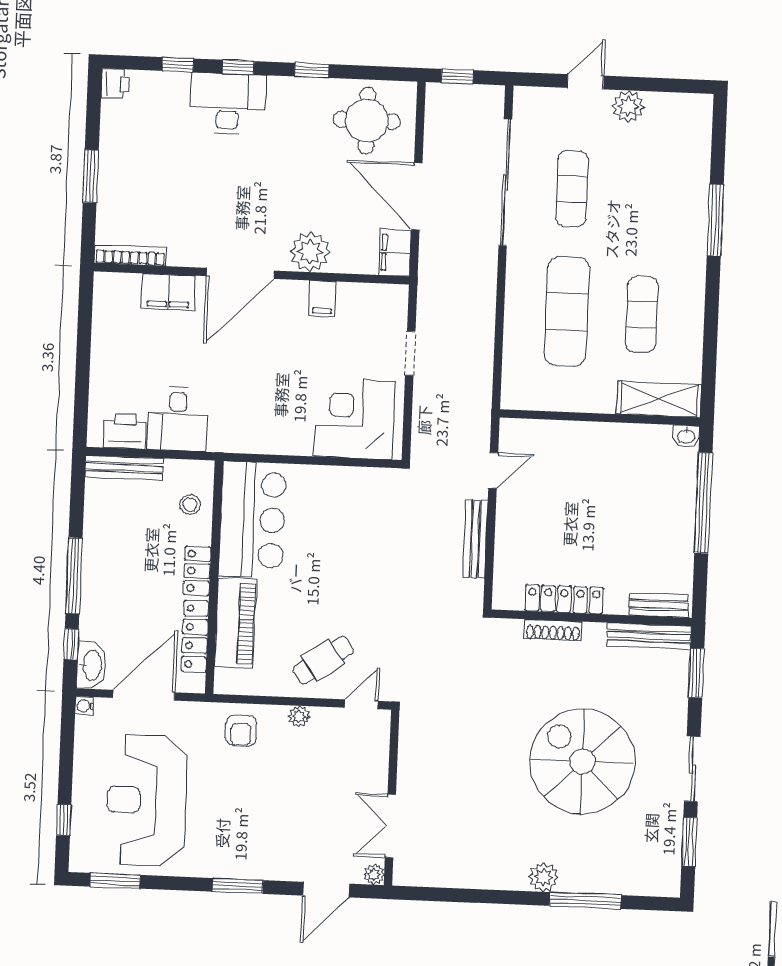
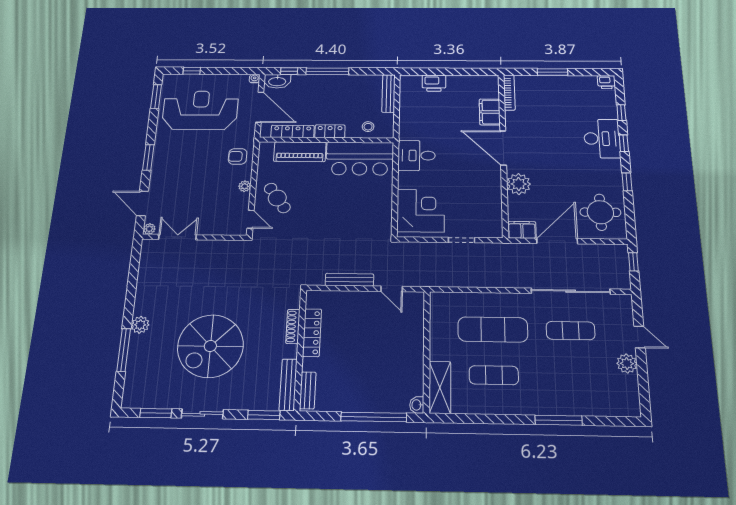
filing cabinet: (322, 299) -> (491, 191), removed
desk: (177, 419) -> (417, 156), moved
printer: (125, 431) -> (434, 83), moved, turned 90
spiral stairs: (582, 762) -> (210, 346), turned 180

